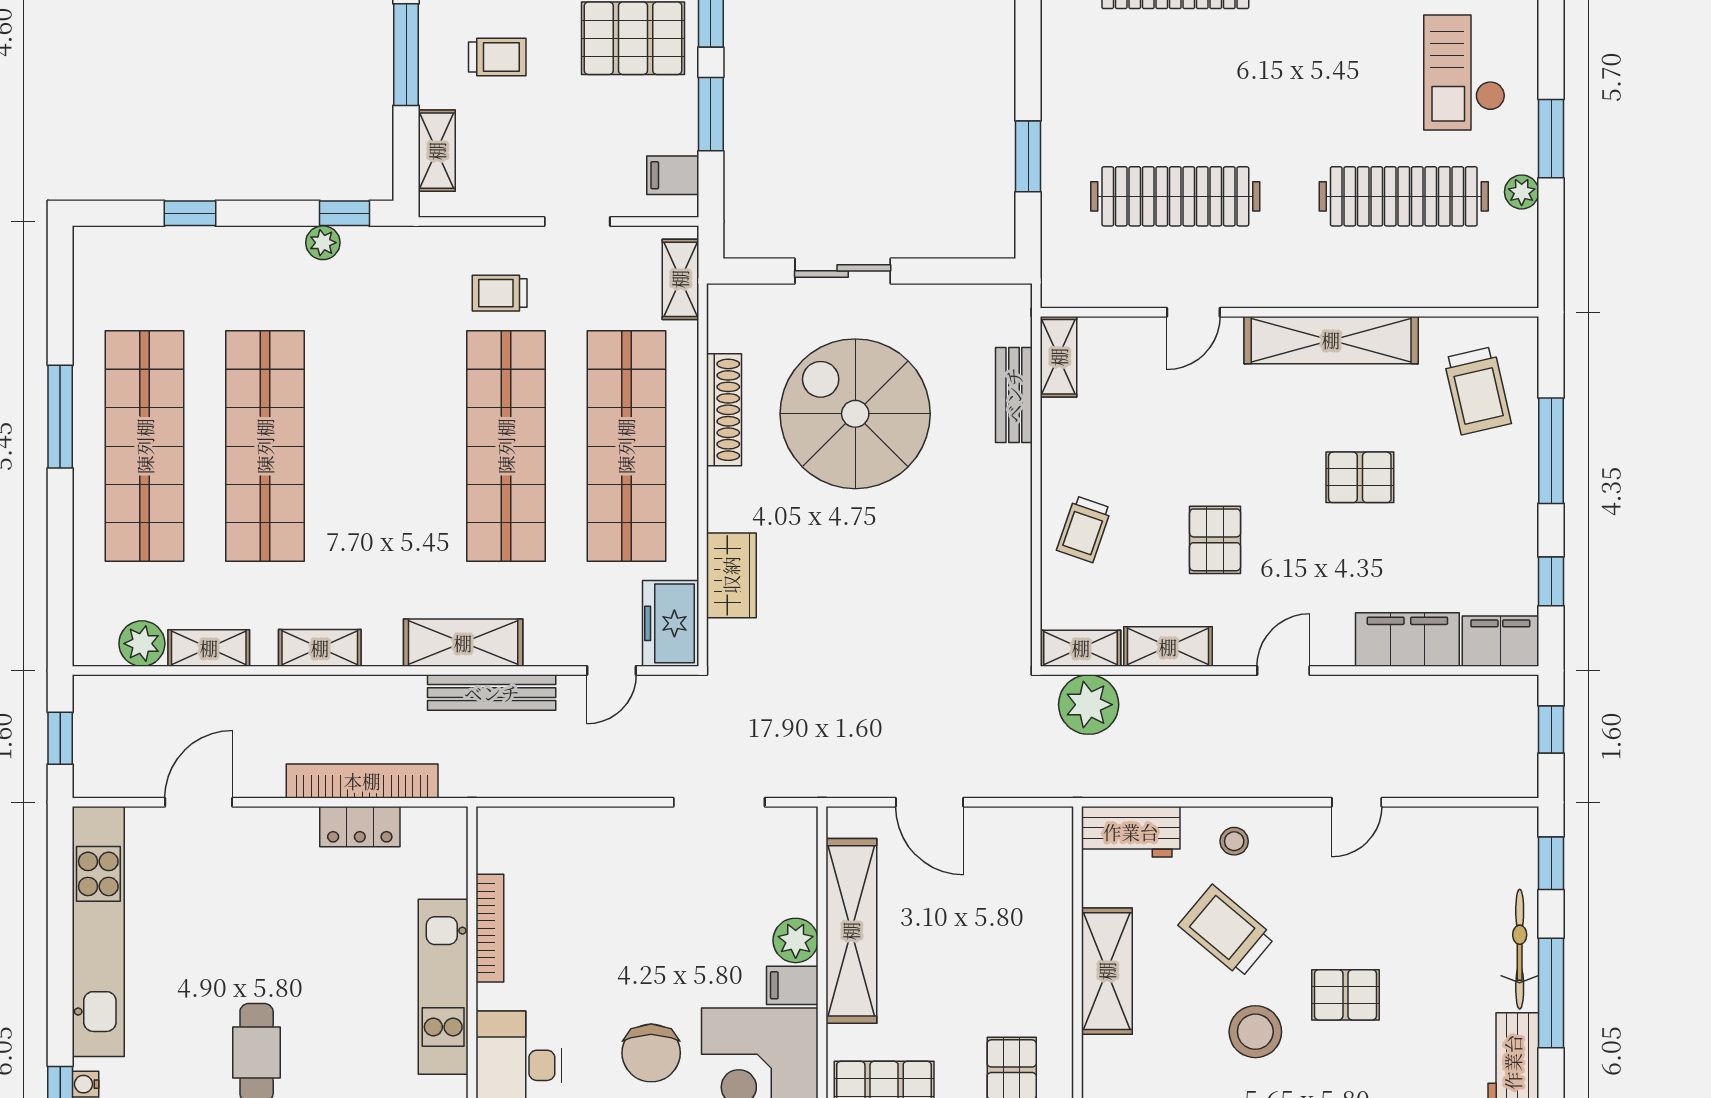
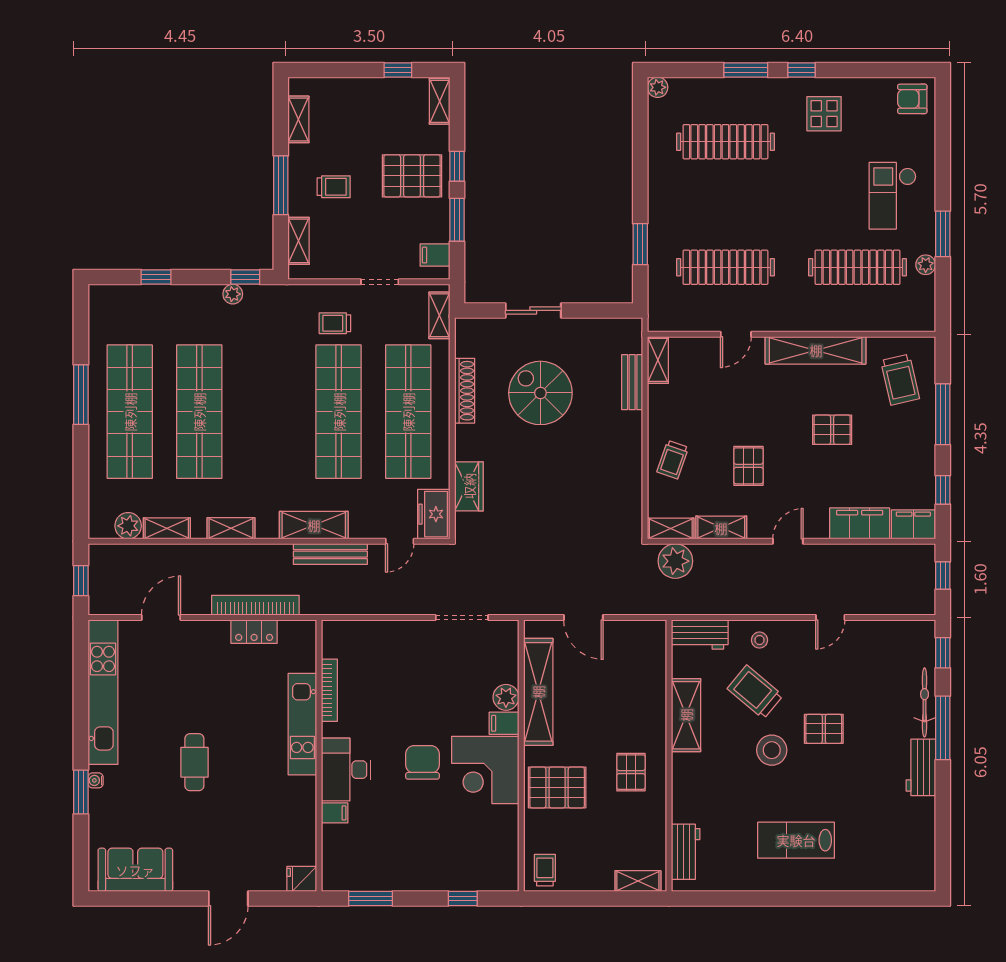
spiral stairs: (855, 414) -> (540, 393), width x0.73, depth x0.73
chair: (651, 1053) -> (422, 762), turned 180

